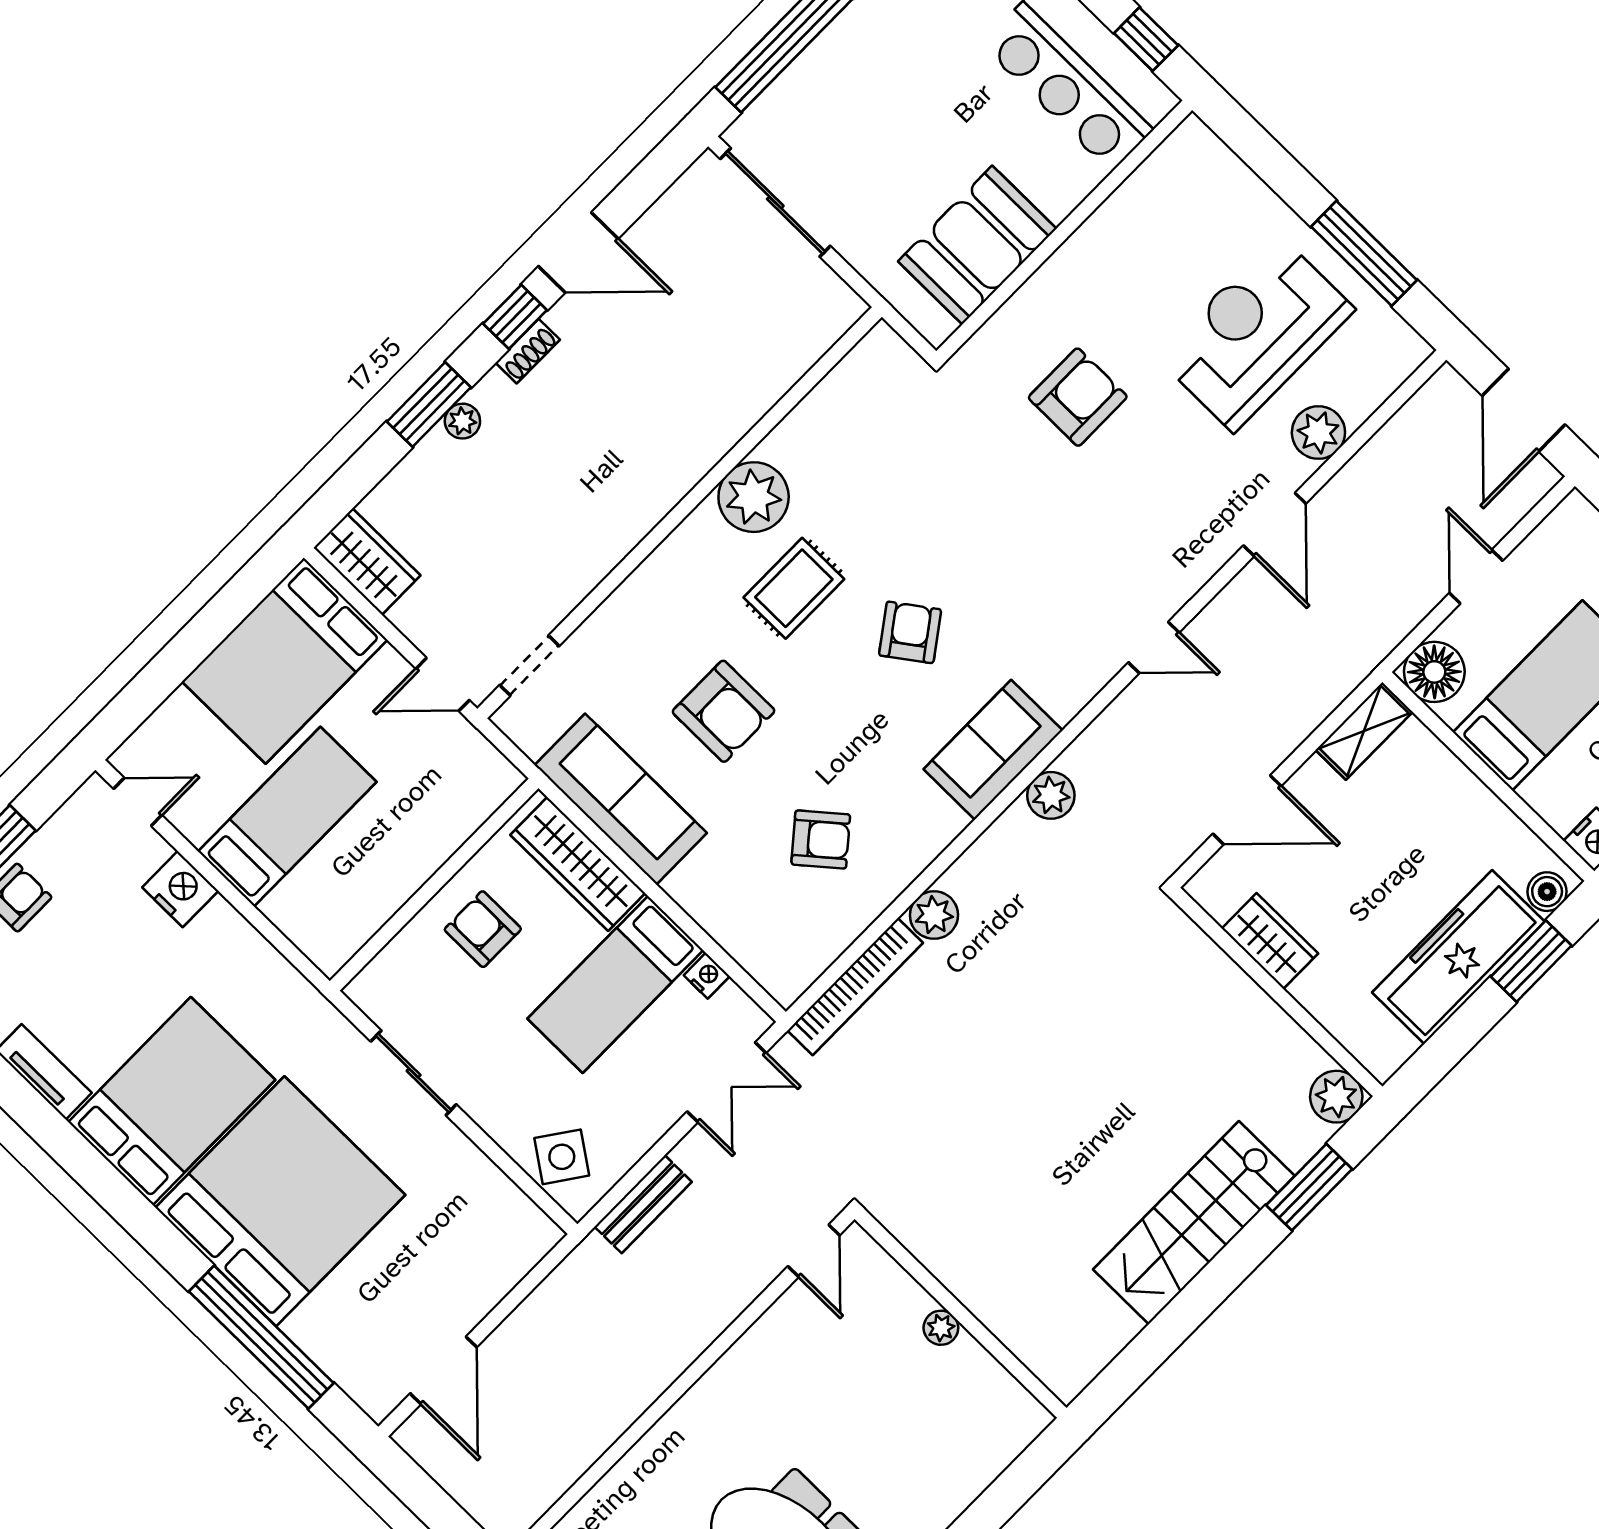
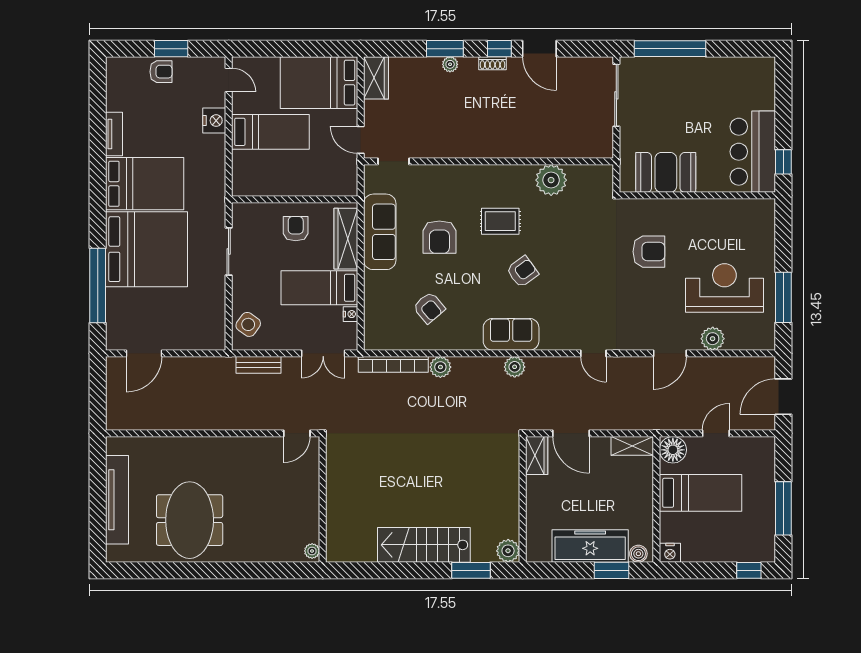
plant: (754, 497) -> (551, 180), moved
wardrobe: (1270, 941) -> (537, 456), moved
plant: (941, 1328) -> (312, 551), moved

